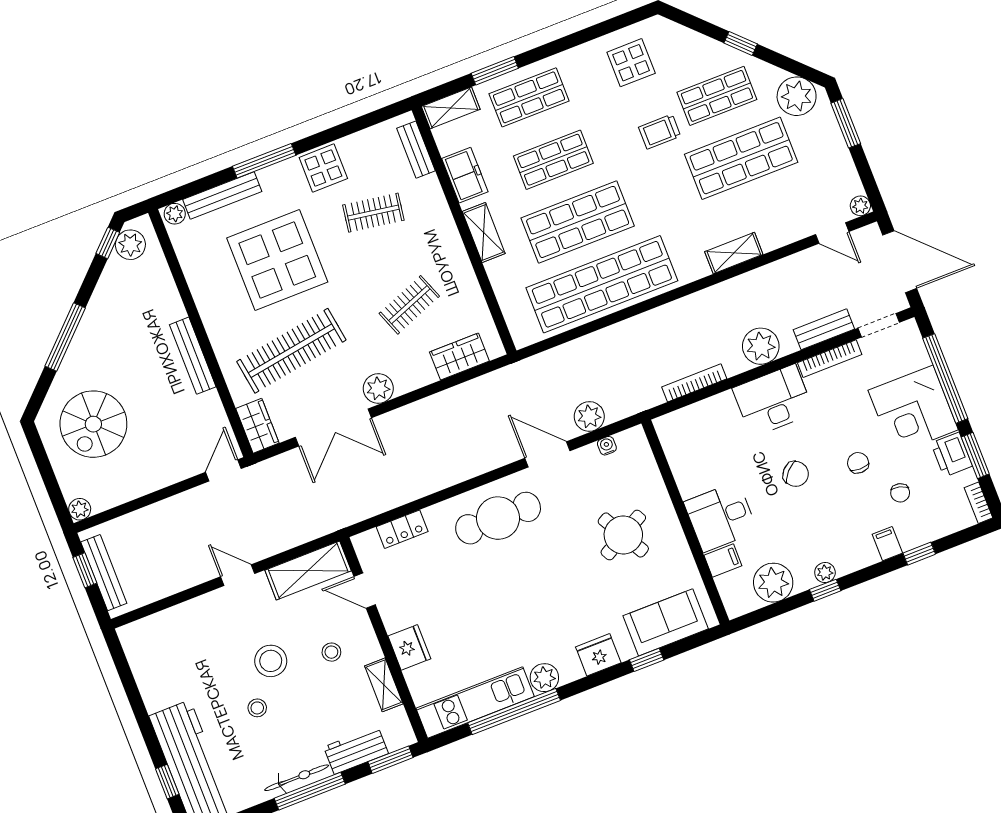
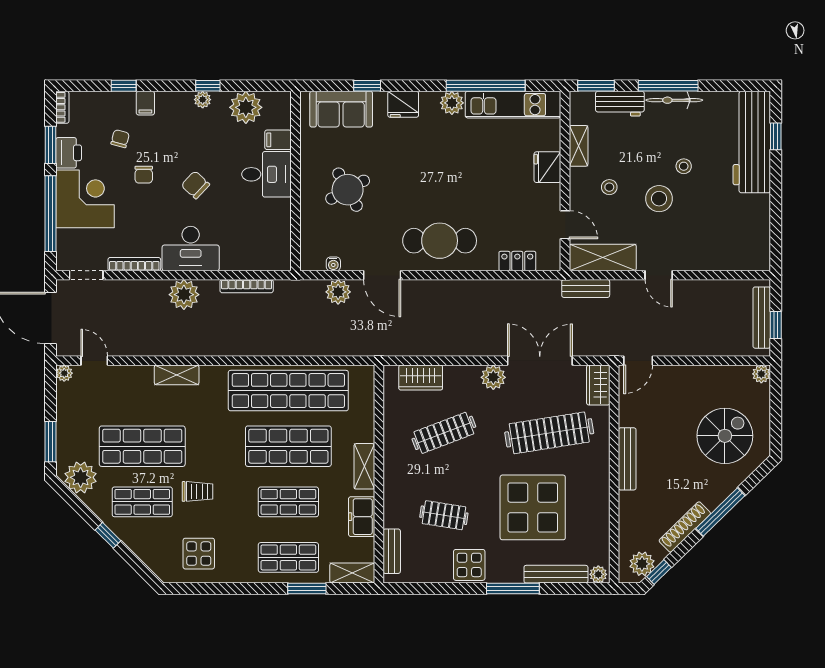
shoe rack: (98, 305) -> (685, 527), added
clothes rail: (409, 305) -> (444, 433), width x1.36
bench: (824, 329) -> (586, 288), moved

